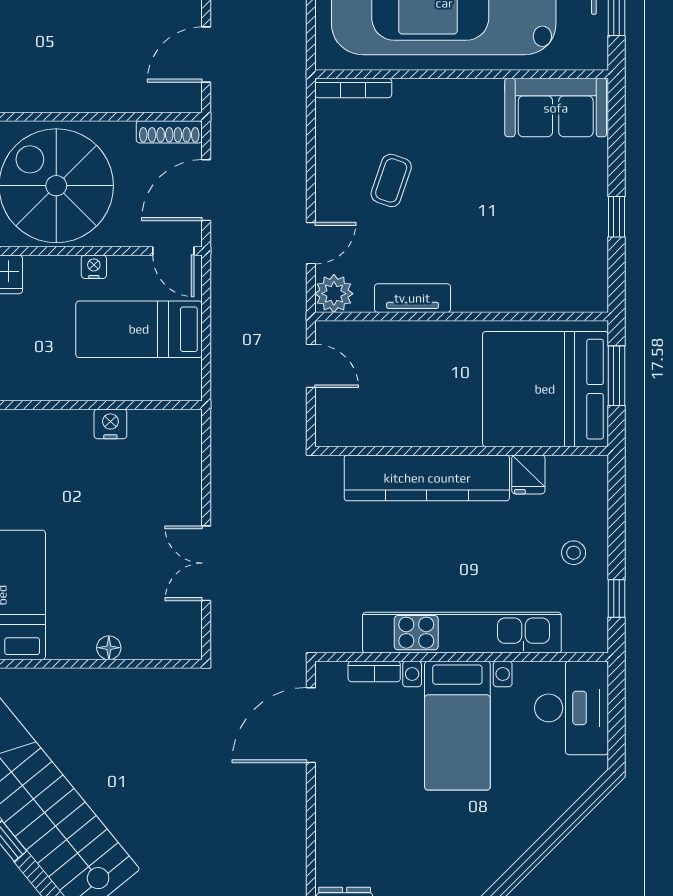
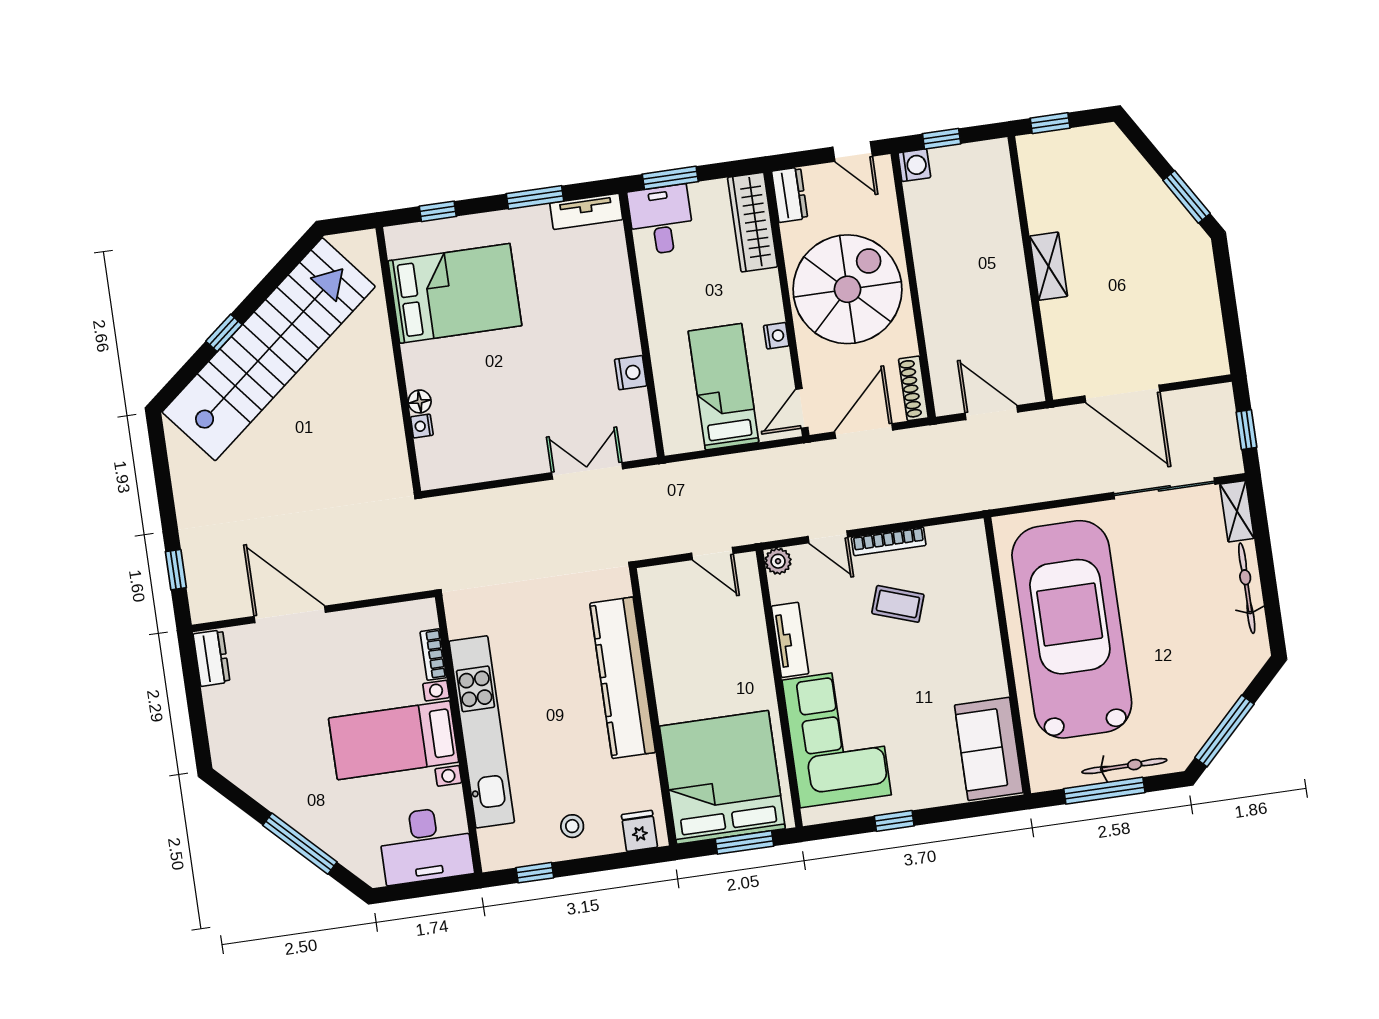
bookcase: (353, 88) -> (889, 541), moved, turned -90
door: (206, 190) -> (864, 431), hinge flipped
corner sofa: (521, 264) -> (837, 737), added
plant: (334, 294) -> (778, 561), width x0.73, depth x0.73
door: (311, 366) -> (712, 553), hinge flipped
fridge: (528, 474) -> (639, 831), moved, turned 90
double door: (206, 563) -> (587, 471), moved
nightstand: (135, 649) -> (422, 426), added
door: (311, 725) -> (290, 614), moved
window: (551, 839) -> (300, 844), added

